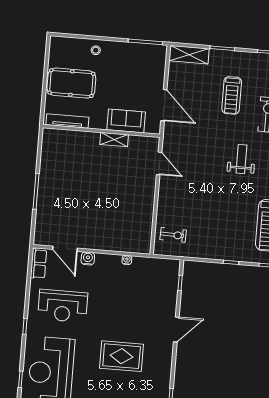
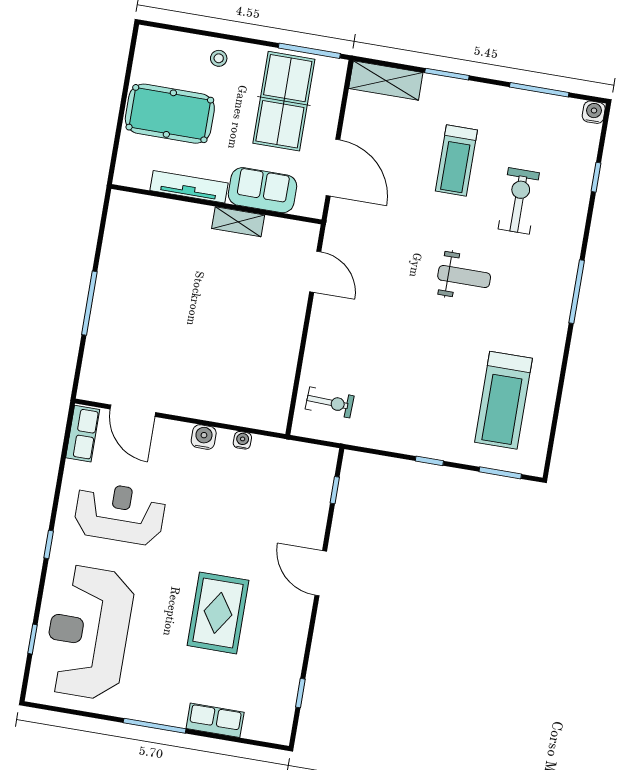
table tennis table: (134, 71) -> (284, 101), added
tv unit: (67, 121) -> (189, 187), moved
weight bench: (241, 159) -> (464, 277), turned 90
water cooler: (88, 258) -> (204, 437), moved
reception desk: (63, 306) -> (120, 513), turned 180
door: (176, 329) -> (321, 573), swing flipped
rug: (122, 356) -> (218, 613), turned 90

